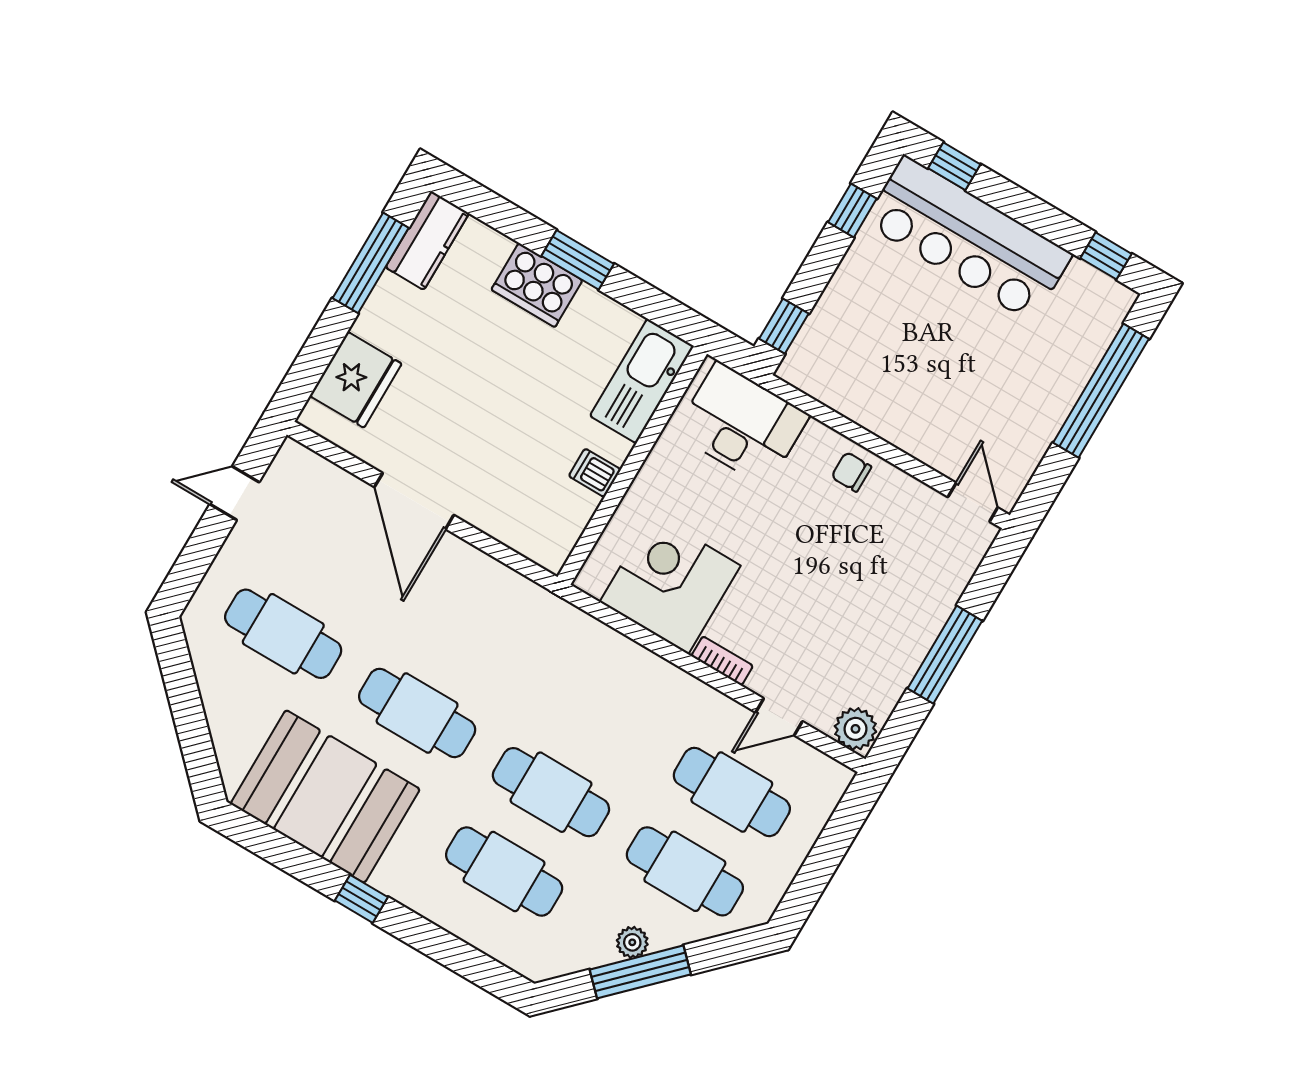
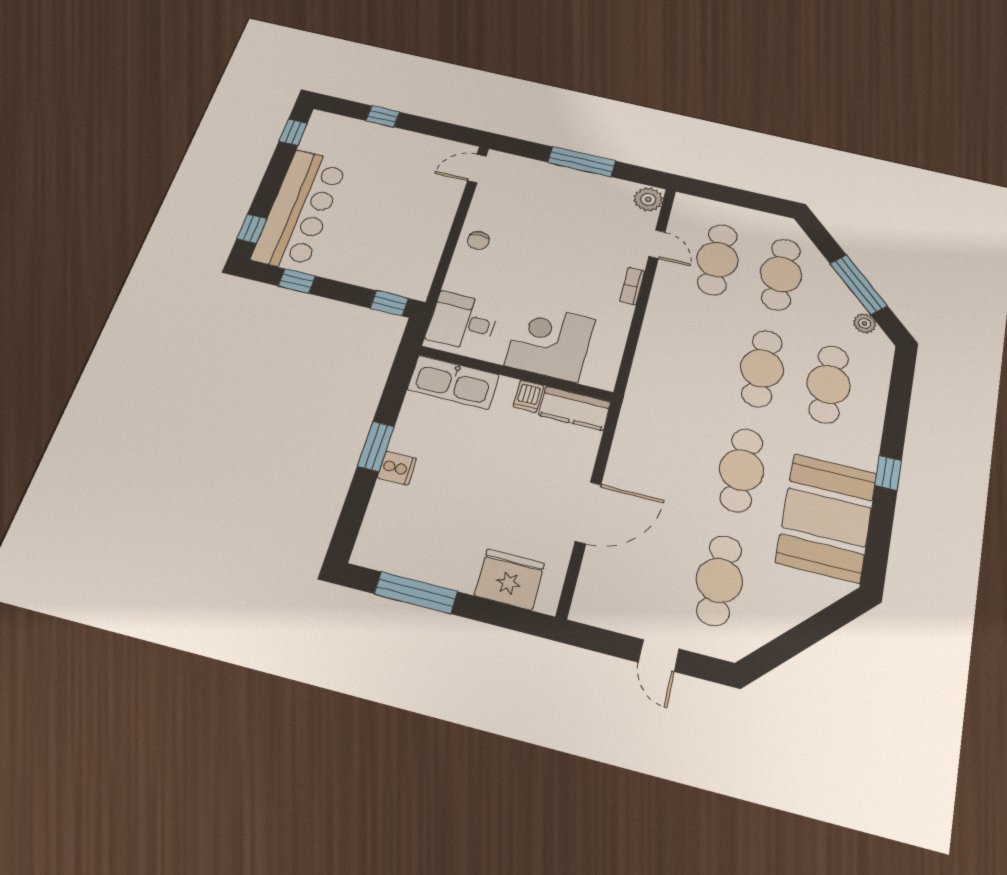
kitchen counter: (427, 240) -> (574, 409), moved, turned 180
cooker: (537, 285) -> (397, 468), width x0.53, depth x0.76
window: (1101, 391) -> (383, 116), width x0.32
desk: (742, 424) -> (463, 322), width x0.73
door: (234, 493) -> (659, 656), moved
corner desk: (670, 584) -> (550, 342), moved, turned 90
plant: (632, 942) -> (865, 323), moved

